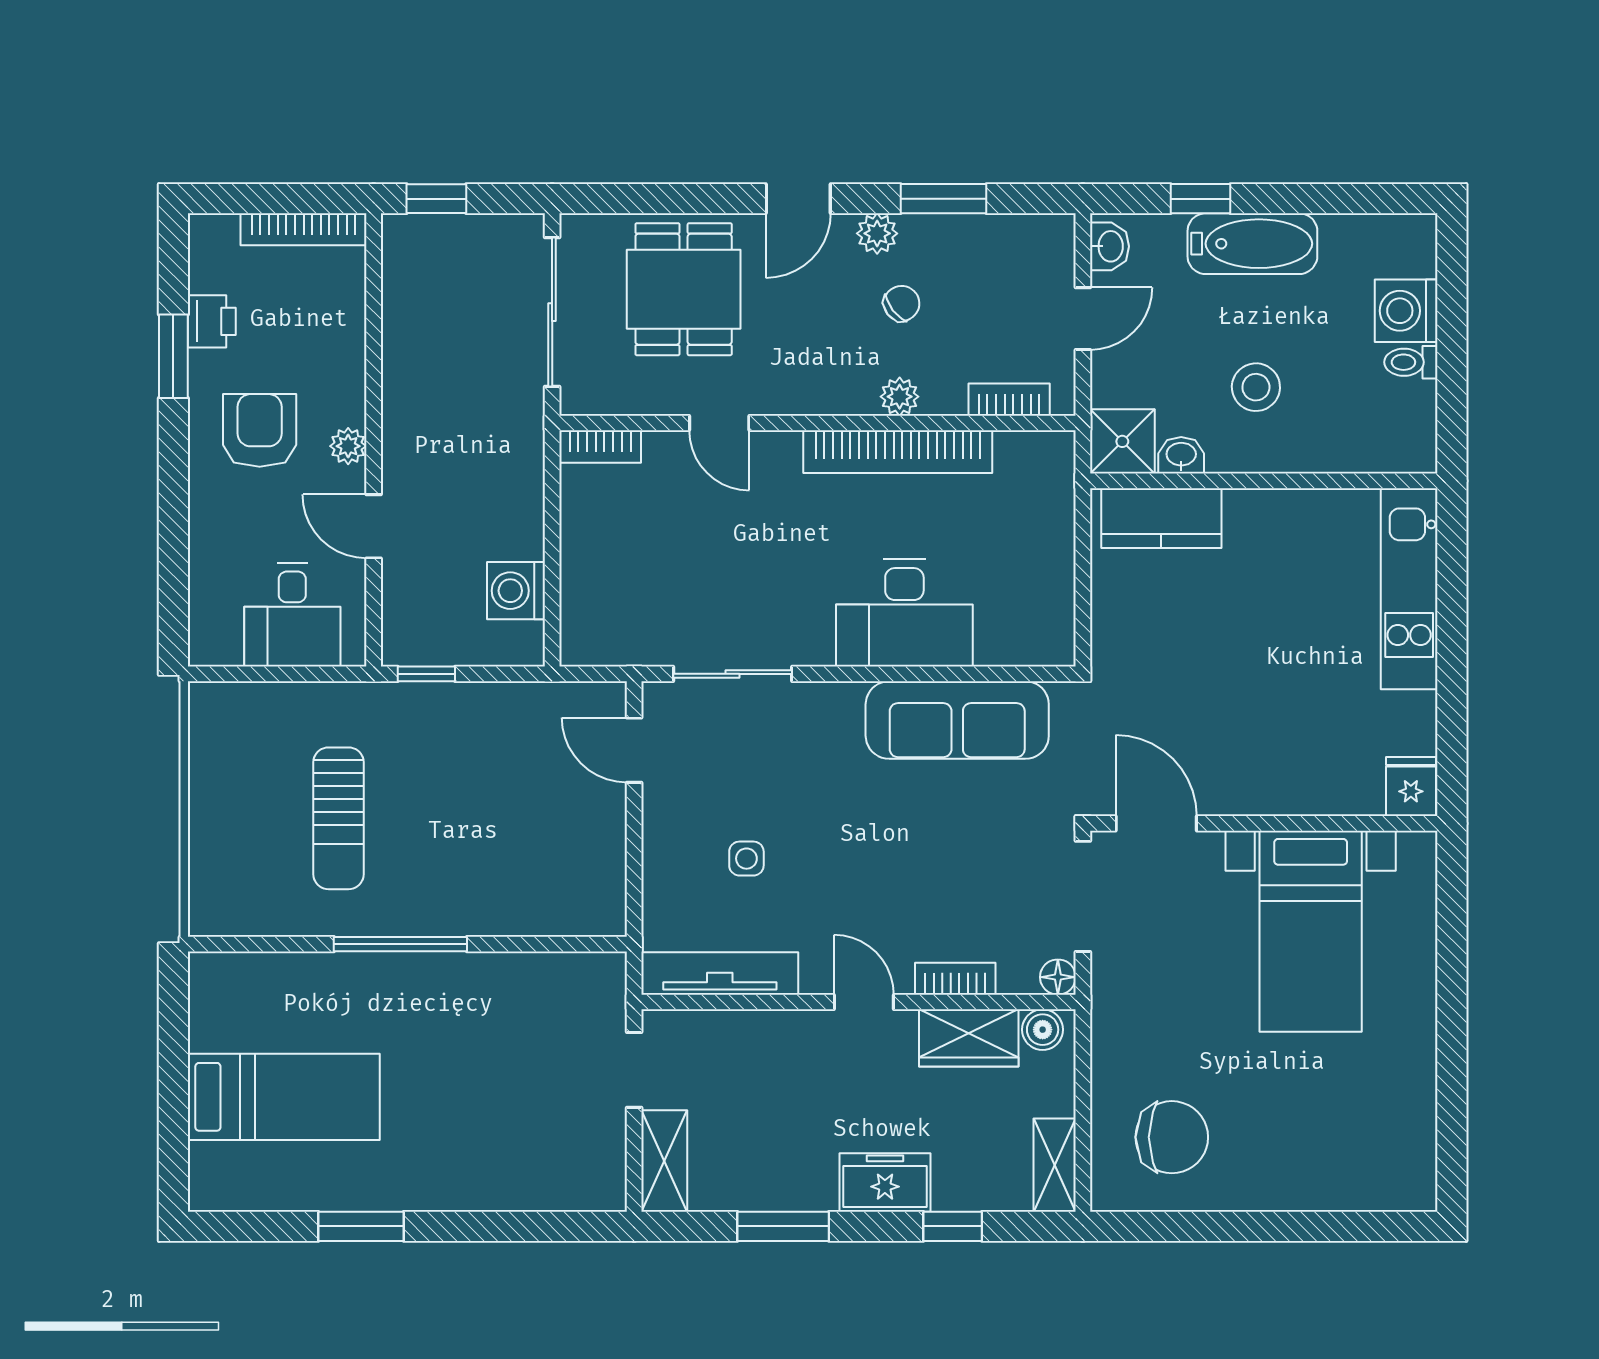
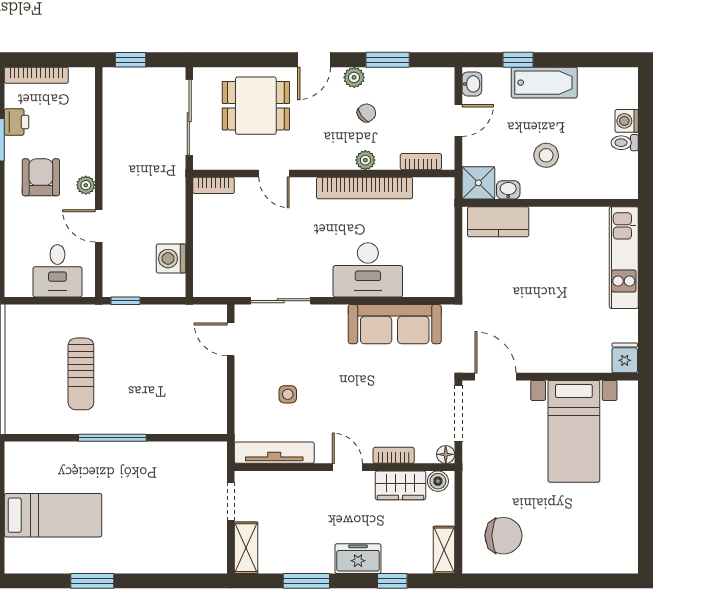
bookcase: (304, 229) -> (36, 75), moved
dining table: (684, 289) -> (256, 106), turned 90
washing machine: (1406, 311) -> (627, 121), width x0.73, depth x0.73

